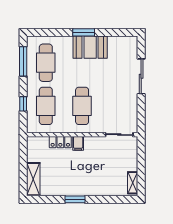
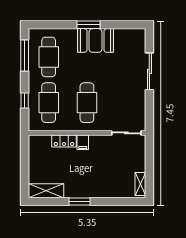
shelving: (33, 179) -> (46, 191), moved, turned 90

